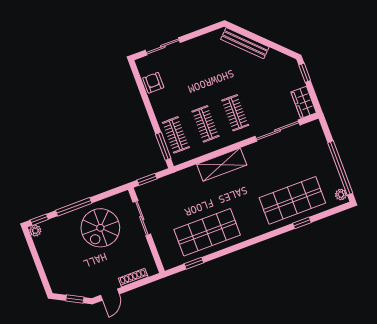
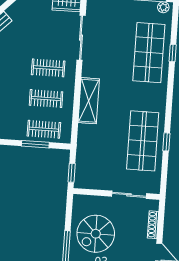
window: (163, 146) -> (35, 144), moved
sliding door: (142, 218) -> (129, 195), moved
spiral stairs: (100, 228) -> (96, 234), turned 90
window: (194, 263) -> (166, 142), moved

